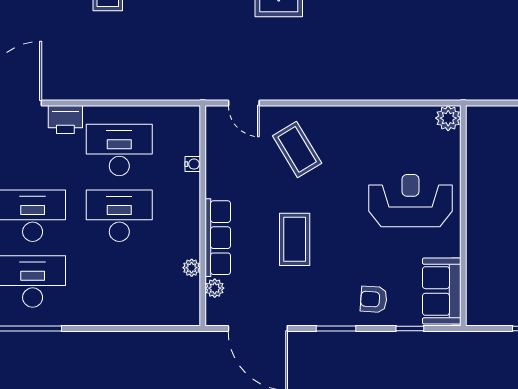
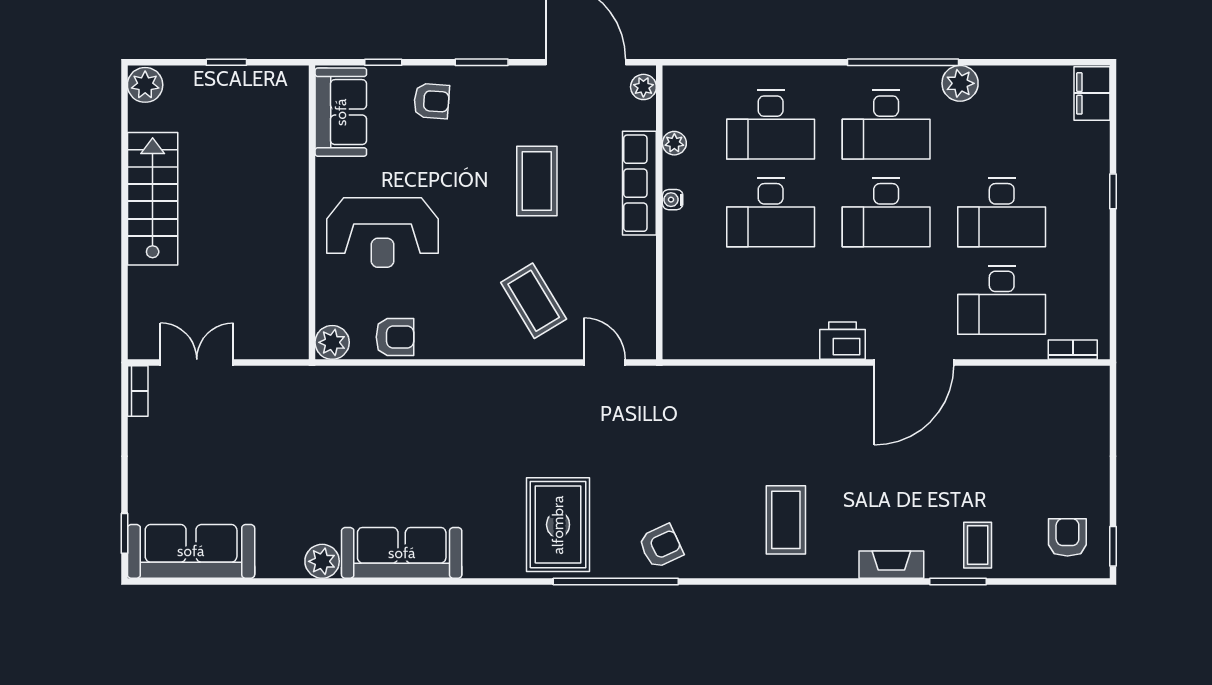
armchair: (401, 122) -> (395, 337), added
desk: (119, 150) -> (771, 125), moved
water cooler: (193, 164) -> (673, 200), moved
plant: (215, 288) -> (643, 87), moved

